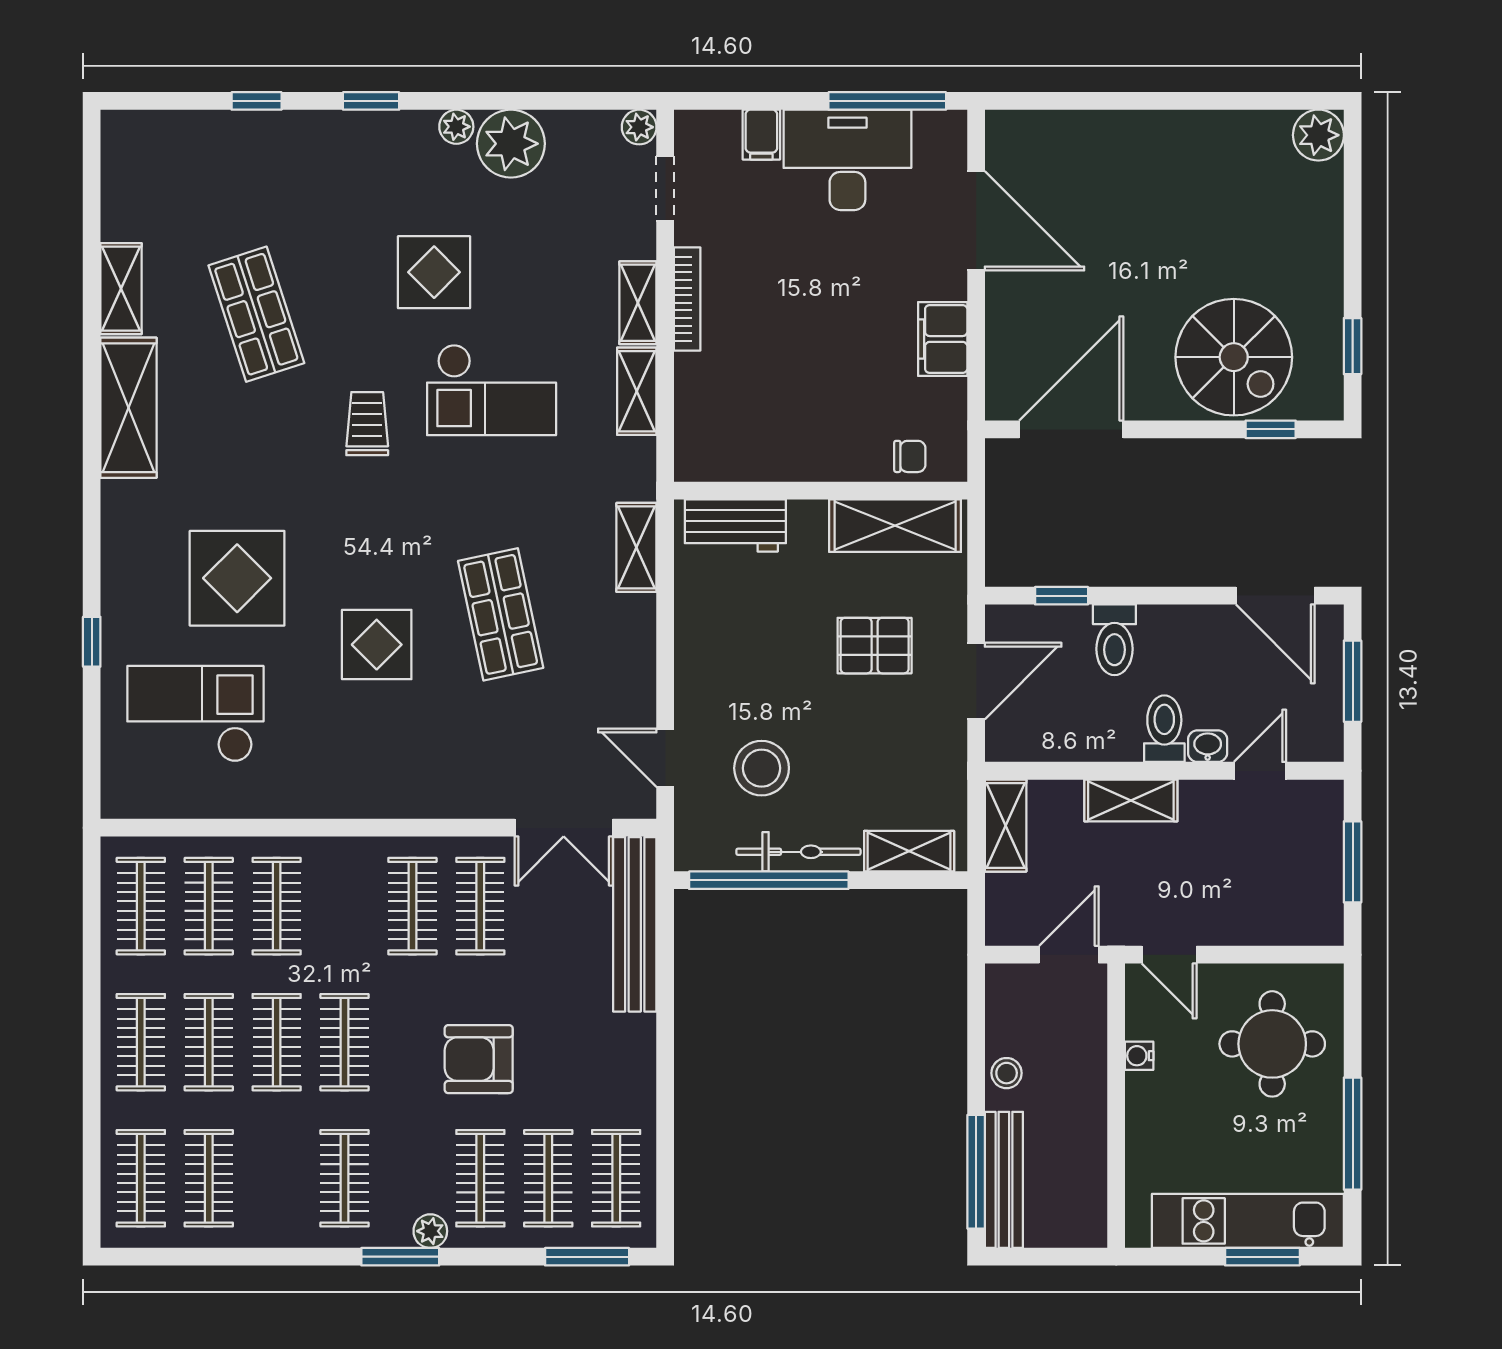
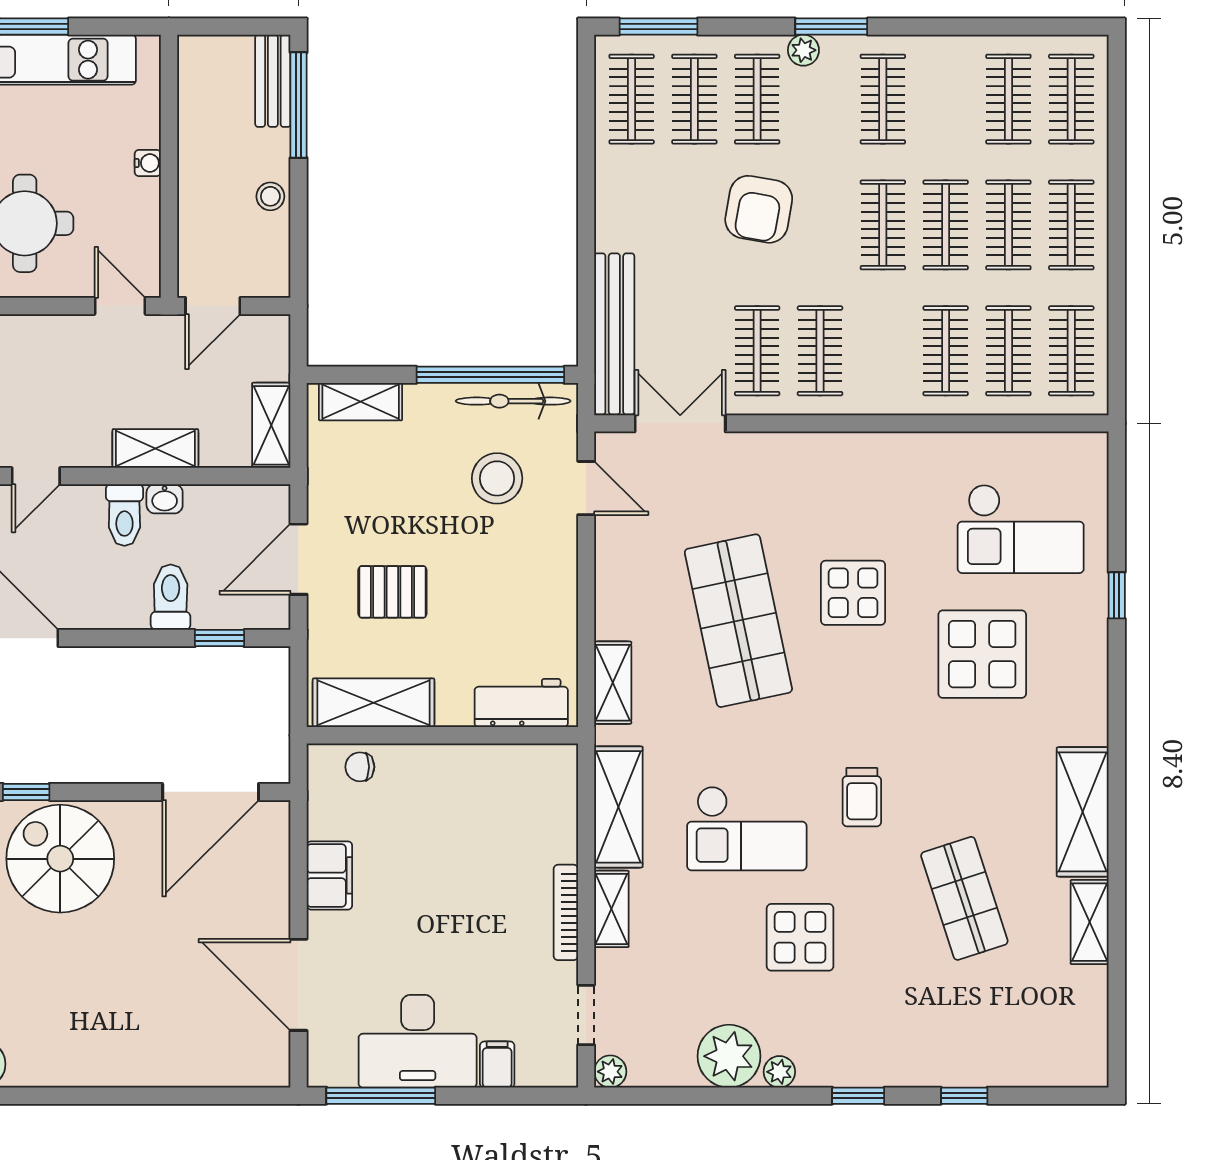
checkout: (492, 390) -> (747, 828), turned 180
shelving: (637, 391) -> (618, 807), width x1.50, depth x1.33
shop shelf: (501, 614) -> (738, 621), width x1.43, depth x1.36
washbasin: (1208, 746) -> (165, 499), moved
bicycle: (798, 852) -> (513, 401), moved
water cooler: (1139, 1056) -> (148, 163), moved
armchair: (479, 1059) -> (759, 209), turned 100
bench: (1004, 1180) -> (273, 81), width x0.73

